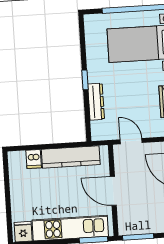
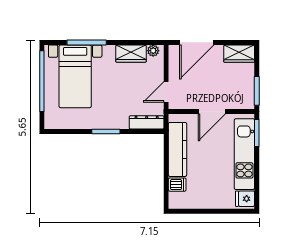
window: (85, 80) -> (106, 131), width x1.50
dresser: (96, 102) -> (147, 122), moved

